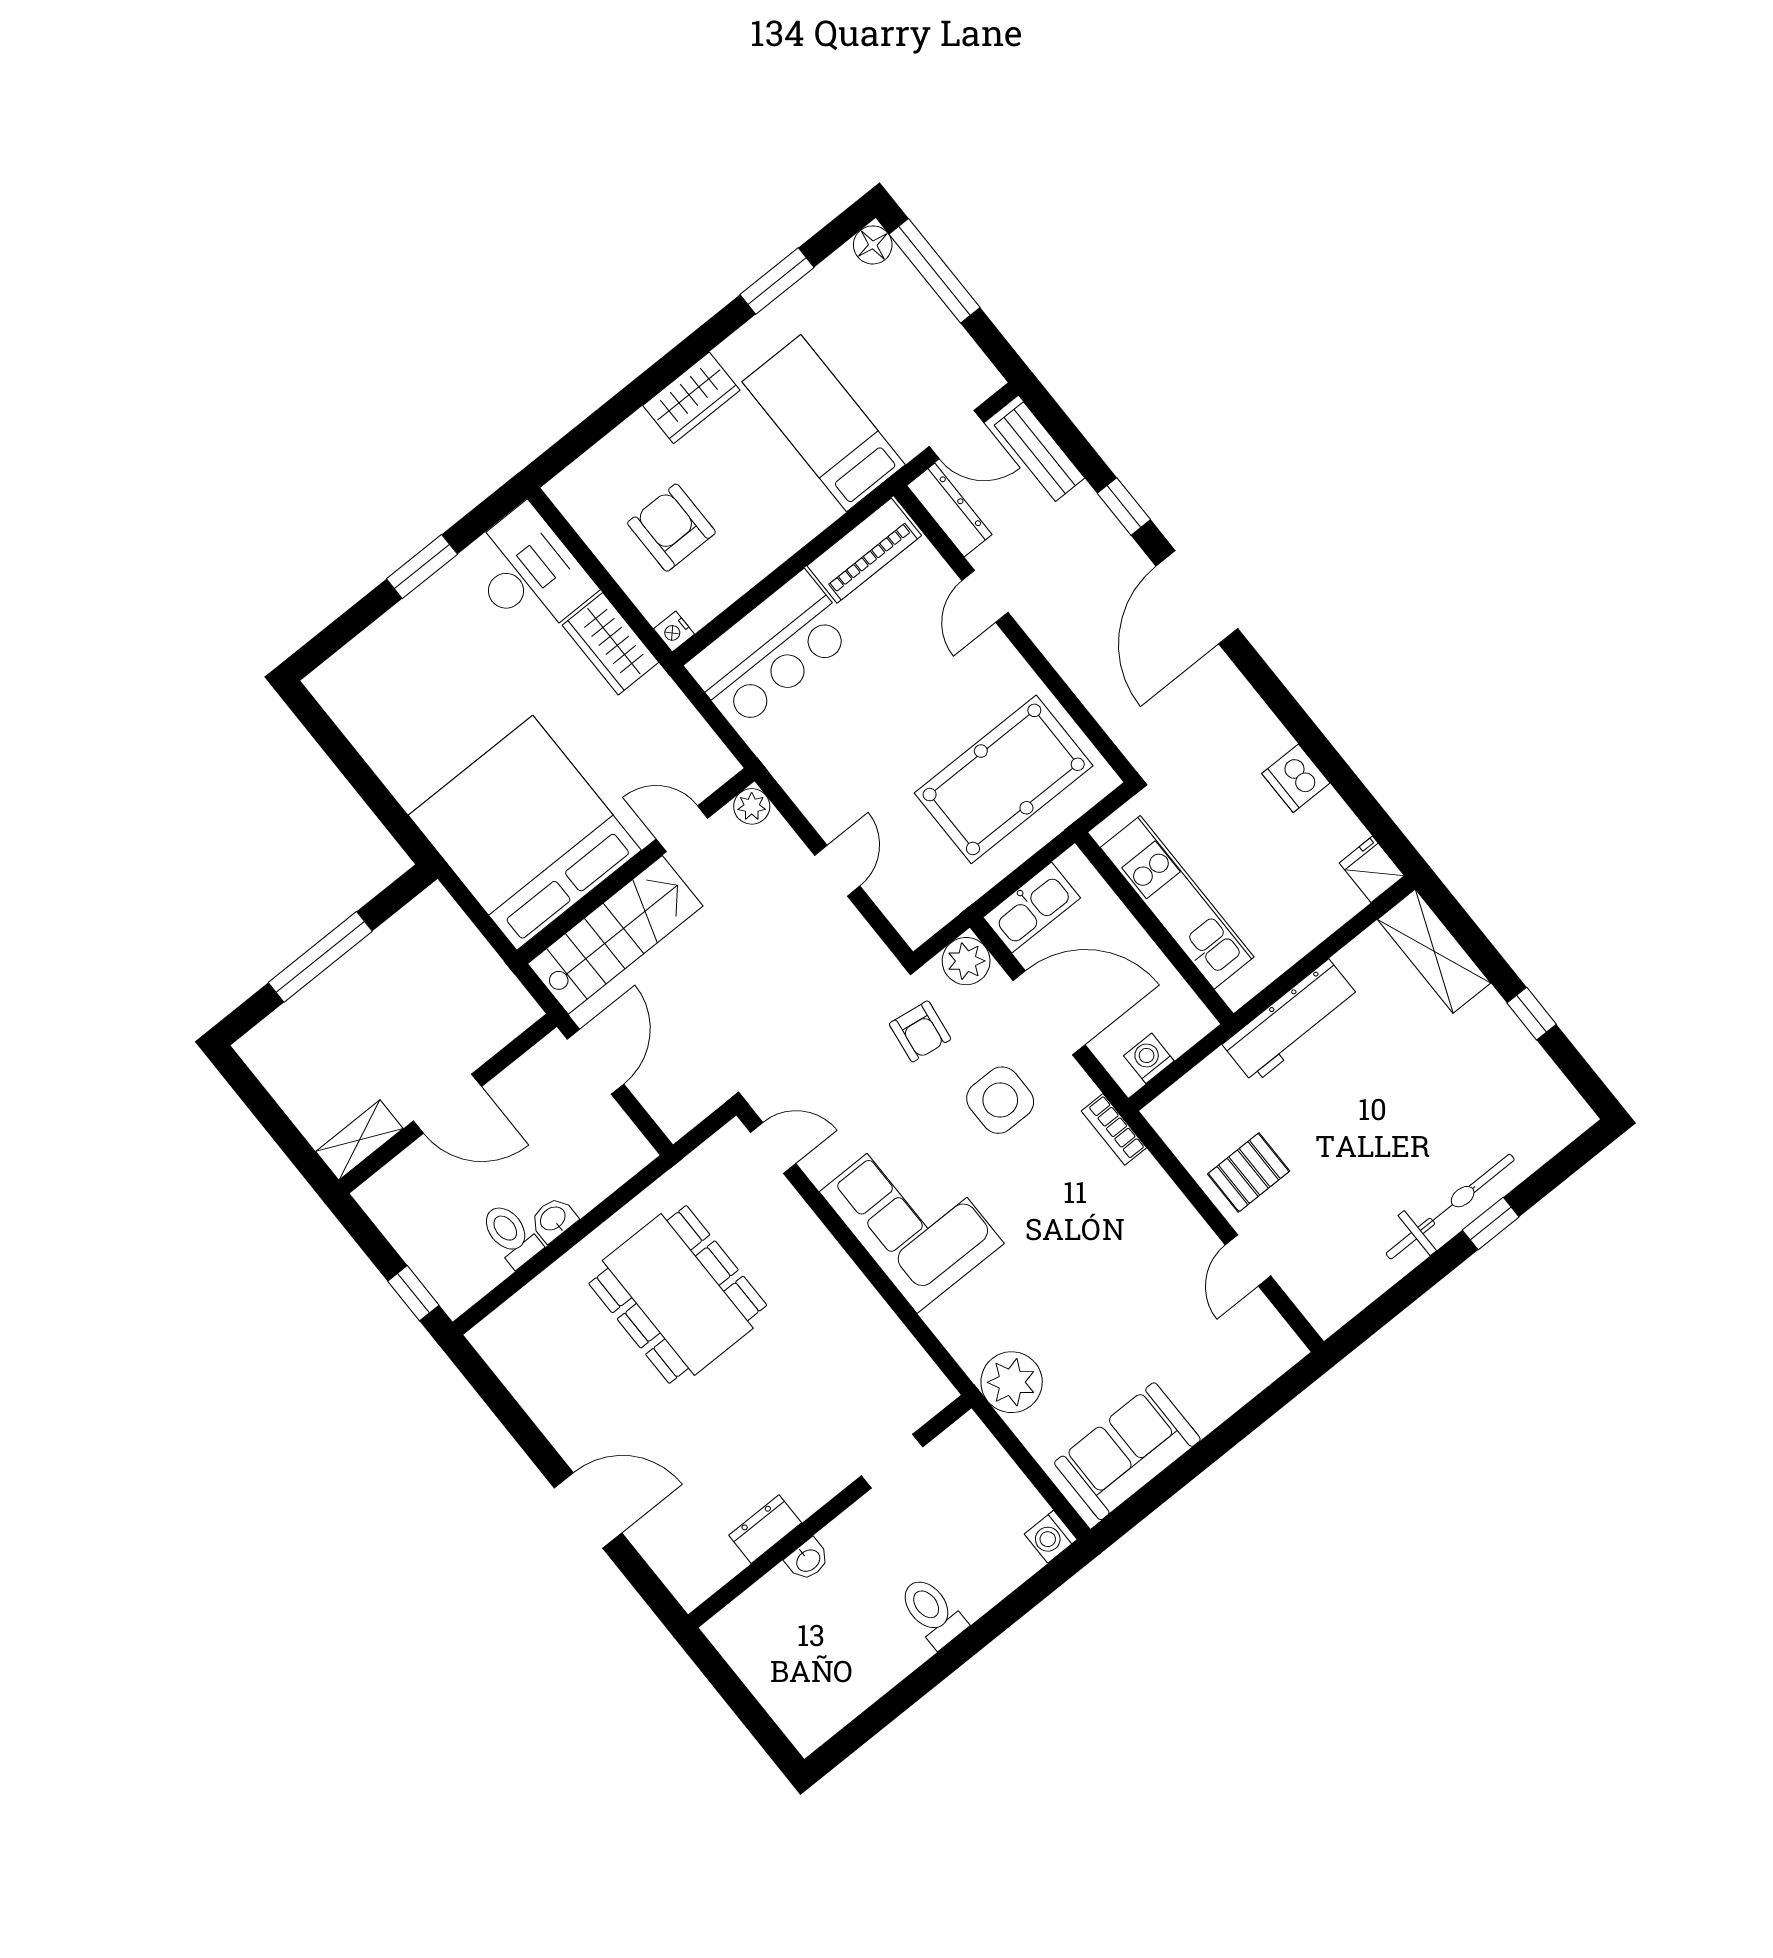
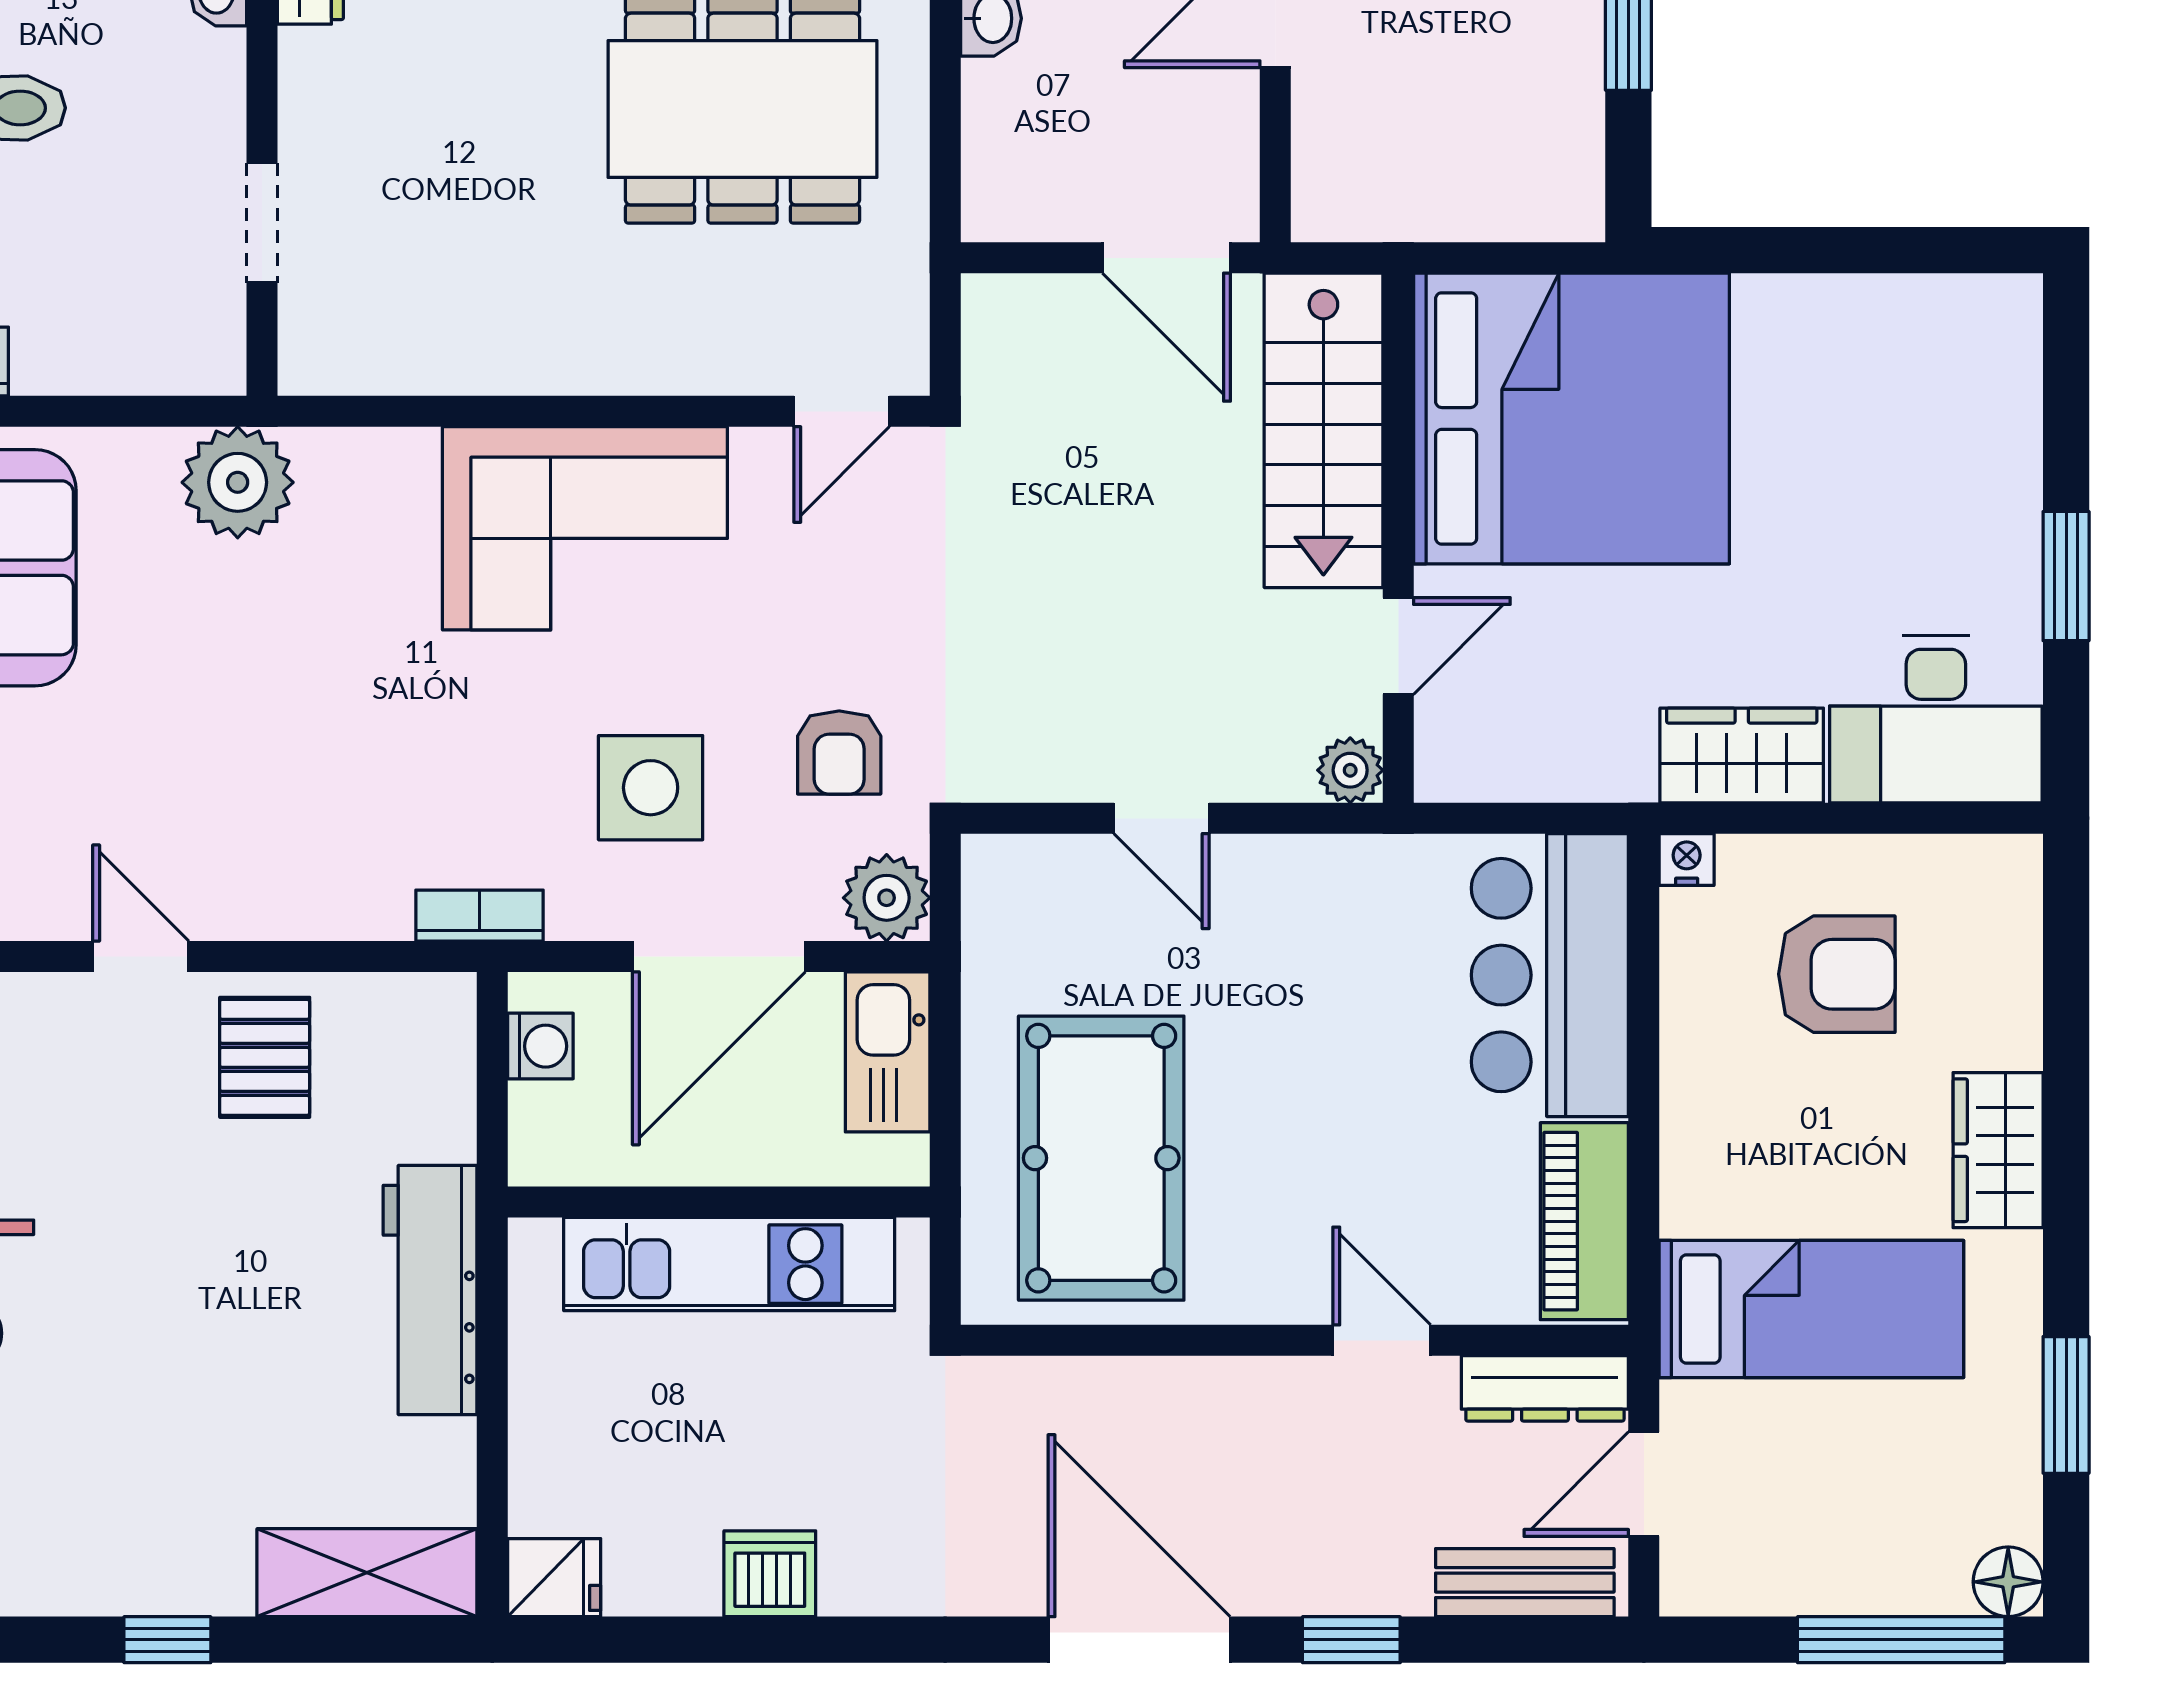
armchair: (920, 1031) -> (839, 752), turned -98

